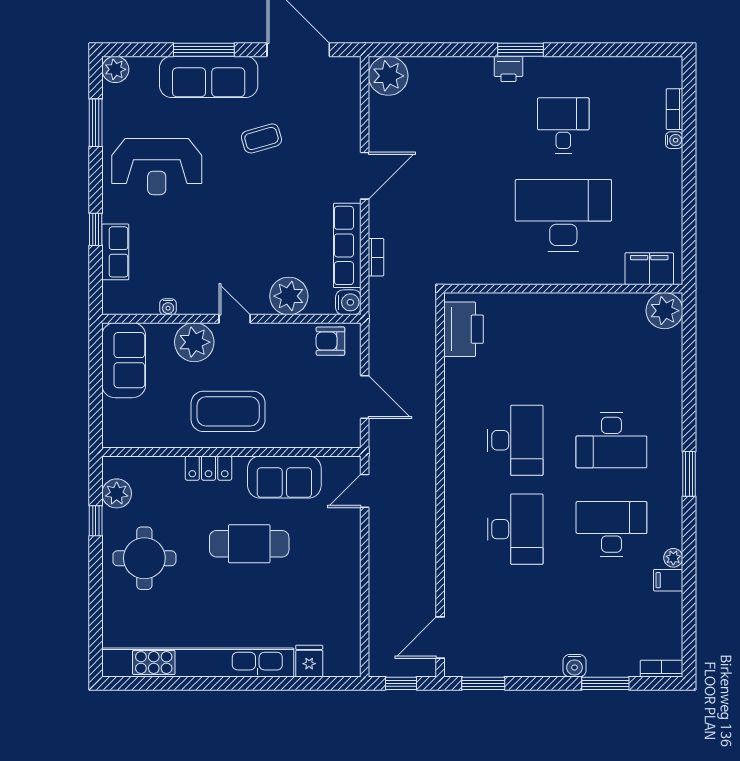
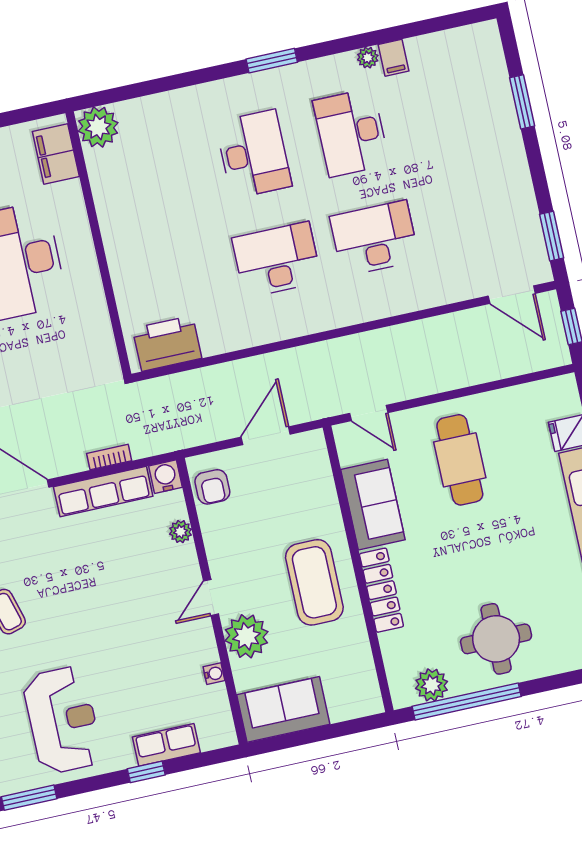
plant: (289, 296) -> (180, 532), width x0.53, depth x0.53
locker: (209, 468) -> (381, 590), width x1.53
window: (96, 521) -> (467, 701), width x3.17
cafe table: (249, 544) -> (460, 460), moved
water cooler: (575, 666) -> (510, 140), removed
bookcase: (662, 669) -> (492, 44), removed

